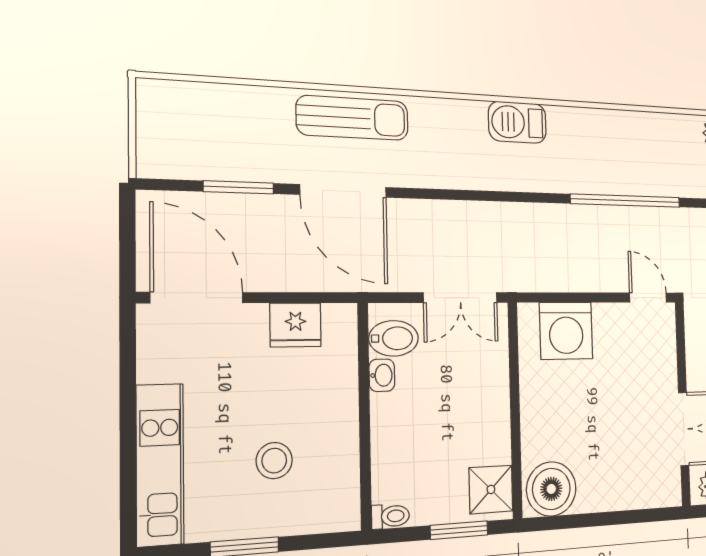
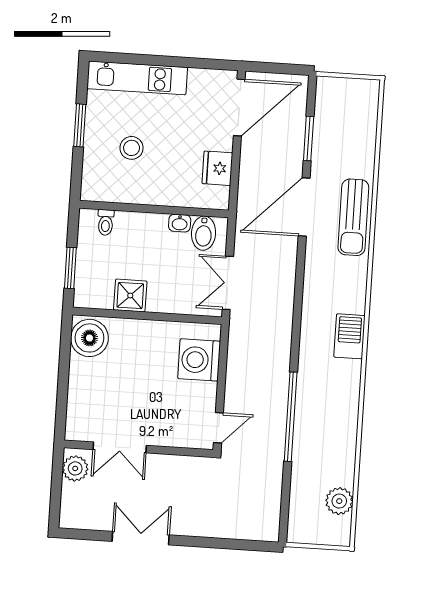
shower: (491, 489) -> (130, 296), moved
toilet: (390, 516) -> (106, 222), moved

